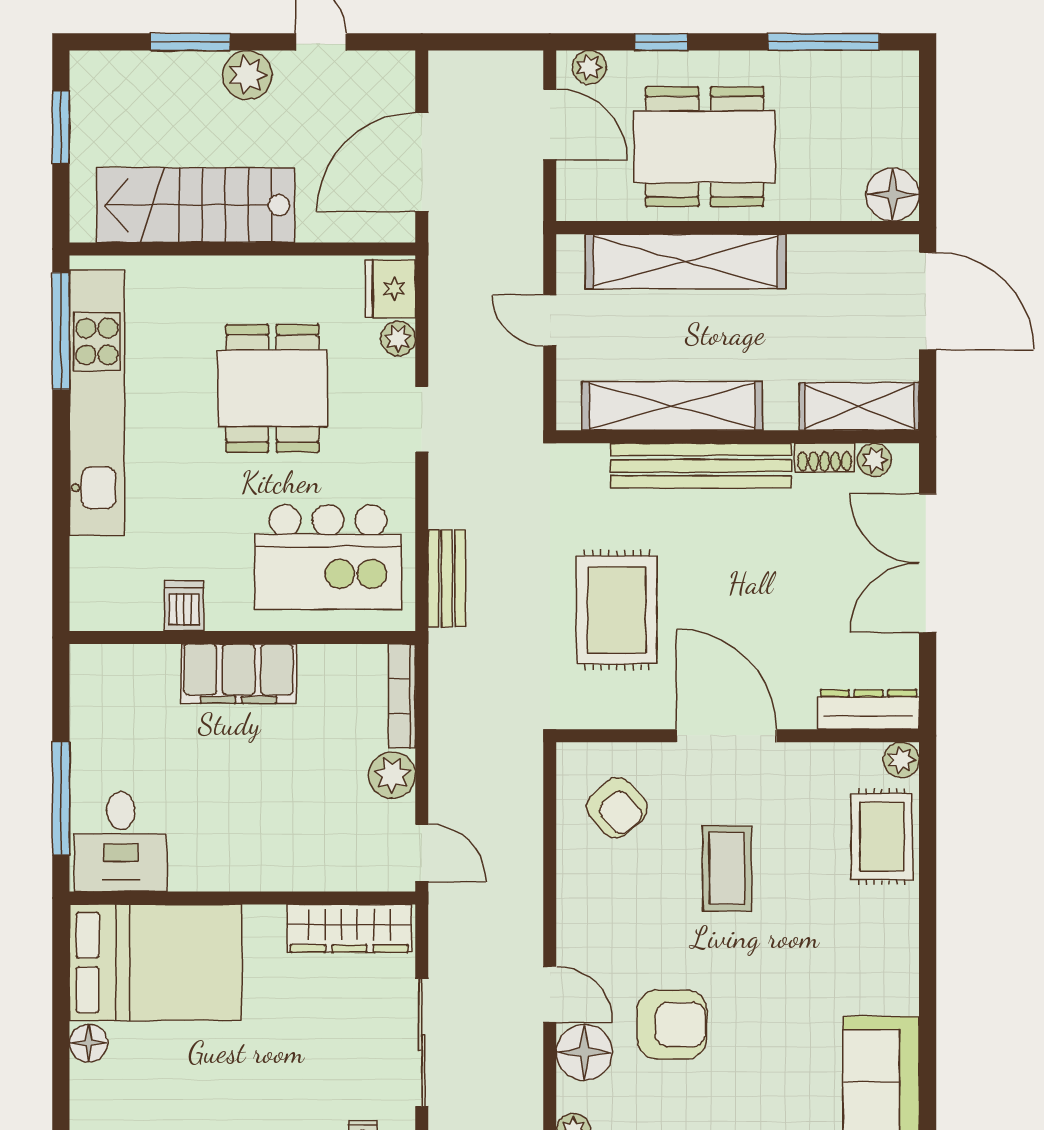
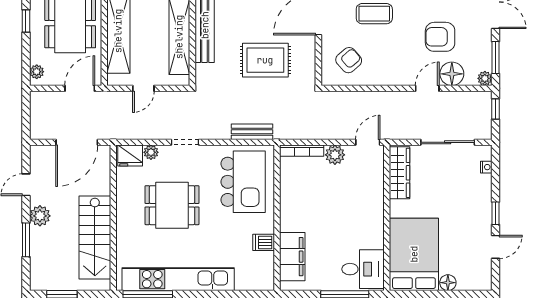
window: (661, 42) -> (26, 21), moved
door: (550, 124) -> (80, 88), moved
door: (422, 162) -> (77, 142), hinge flipped
filing cabinet: (239, 674) -> (292, 257), moved
armchair: (672, 1025) -> (440, 37), turned -90

